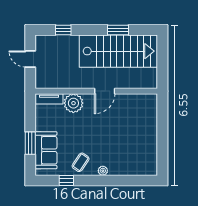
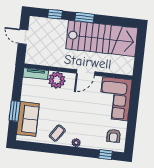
window: (118, 30) -> (84, 18), moved
corner sofa: (141, 117) -> (115, 99), added
armchair: (144, 158) -> (114, 136), added
window: (66, 180) -> (106, 155), moved

